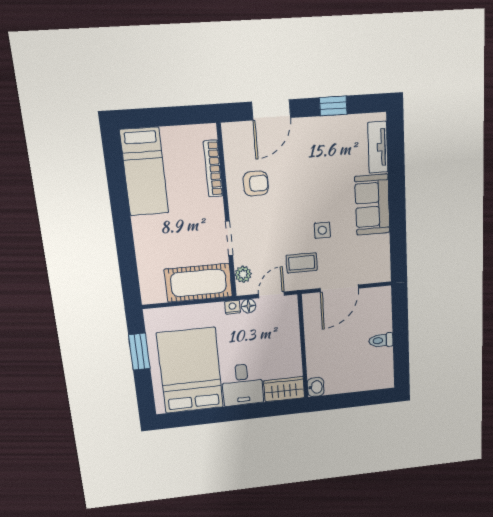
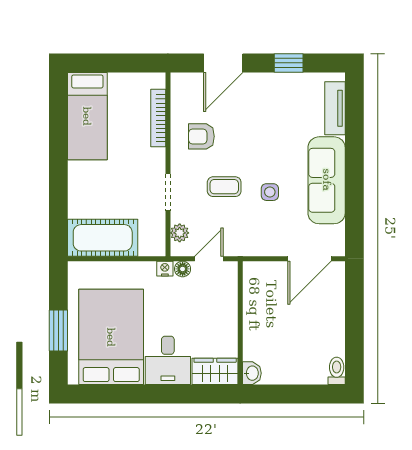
armchair: (256, 183) -> (201, 136), turned 180
sofa: (372, 205) -> (327, 180), width x1.36
coffee table: (302, 263) -> (224, 187), moved
cot: (199, 283) -> (103, 238), moved
door: (339, 288) -> (309, 259), moved
toilet: (381, 340) -> (337, 371), moved, turned 90
window: (139, 352) -> (58, 330), moved

